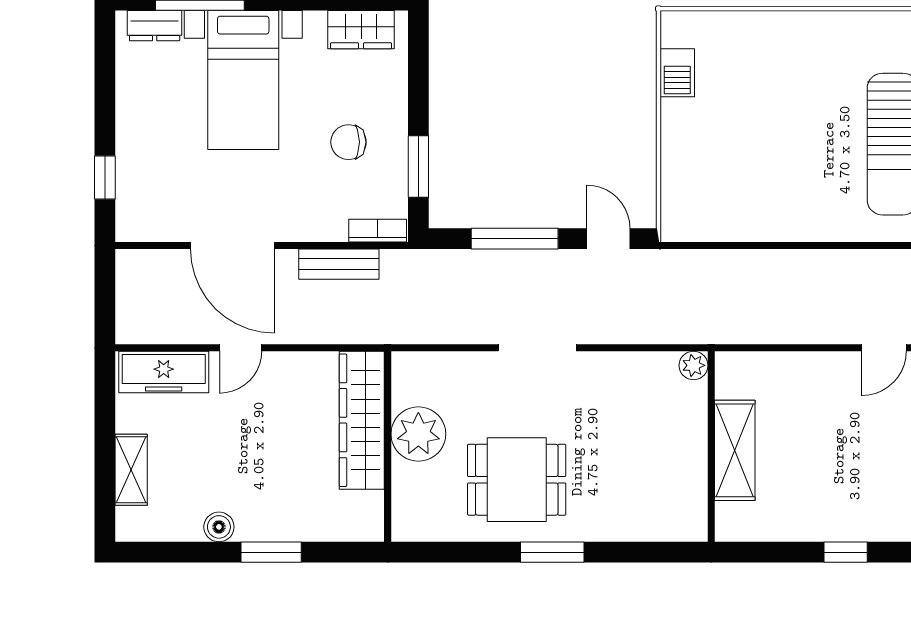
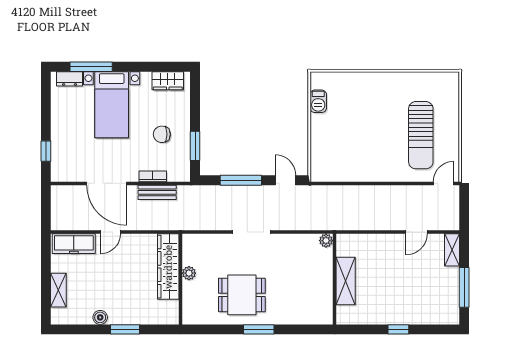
bookcase: (378, 231) -> (153, 176), moved
plant: (418, 434) -> (189, 273), width x0.53, depth x0.53

